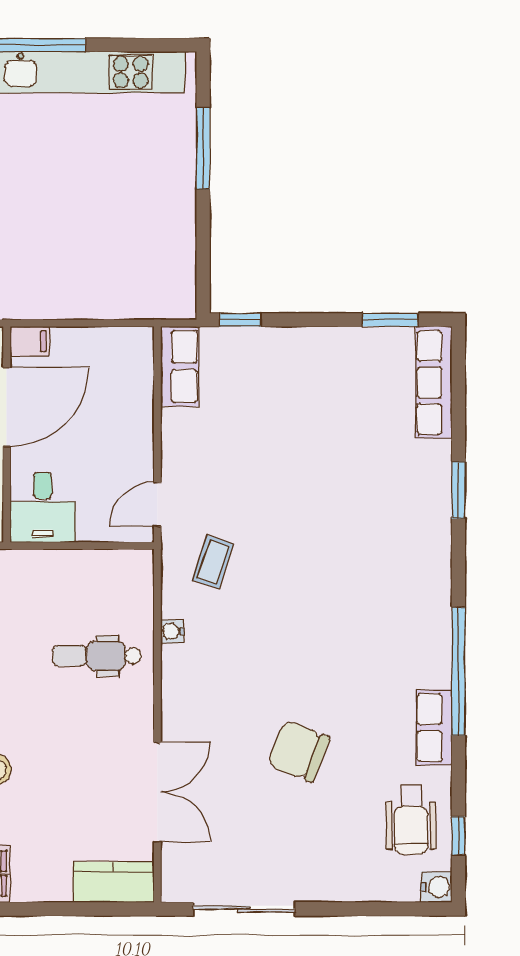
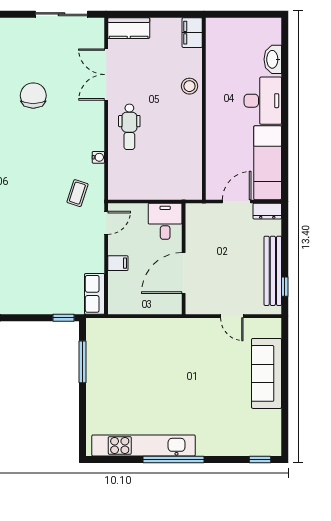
window: (203, 148) -> (82, 362), moved
filing cabinet: (30, 341) -> (118, 263), moved, turned 180
dental chair: (97, 656) -> (129, 127), moved, turned 90
chair: (299, 751) -> (33, 96), turned -111

